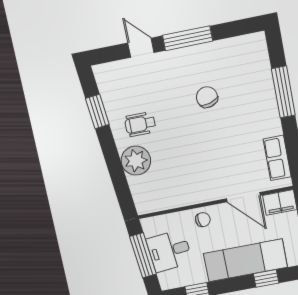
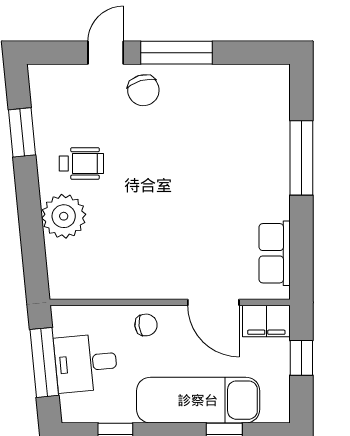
door: (141, 48) -> (106, 53), hinge flipped
chair: (207, 97) -> (143, 90), moved, turned 180
wheelchair: (140, 124) -> (81, 163), turned 180

